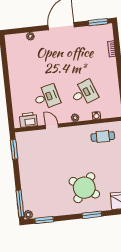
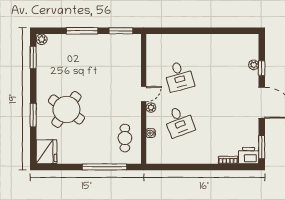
window: (32, 29) -> (262, 68), added
printer: (28, 120) -> (249, 156), moved, turned -90
door: (52, 126) -> (144, 94), moved
window: (20, 203) -> (82, 31), moved

